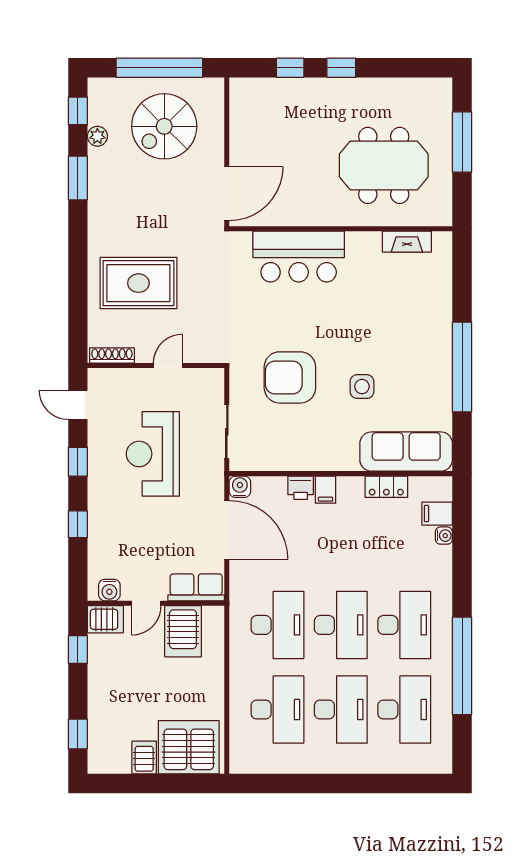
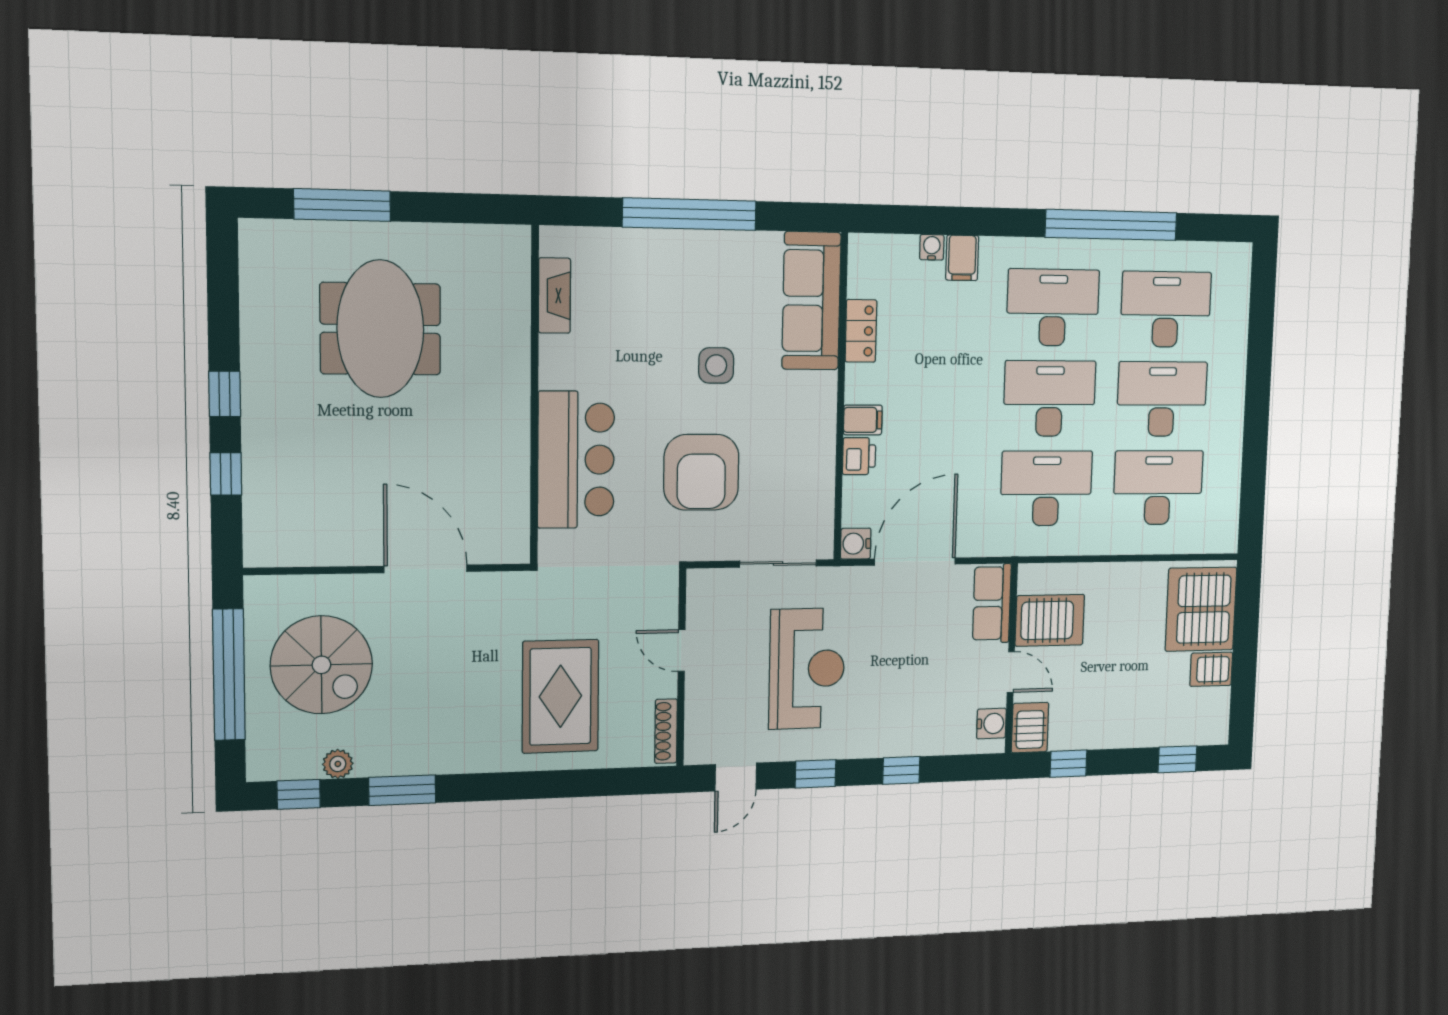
wall: (341, 229) -> (534, 396), moved
fireplace: (407, 242) -> (554, 296), moved
bar counter: (299, 257) -> (576, 460), moved
reception desk: (153, 454) -> (807, 669), turned -90
filing cabinet: (437, 514) -> (962, 258), moved

